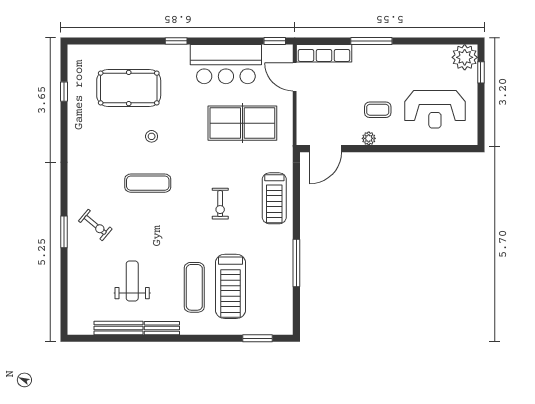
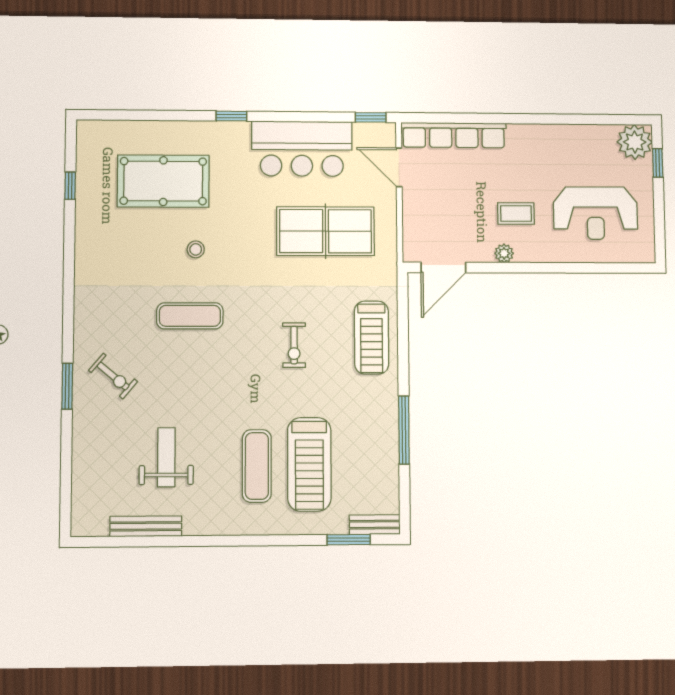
window: (371, 41) -> (505, 119), removed
row of seats: (324, 53) -> (454, 135), width x1.36
bench: (162, 328) -> (375, 525), moved

